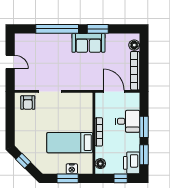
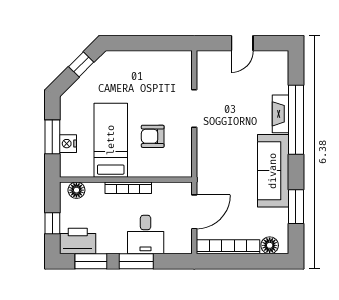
window: (98, 29) -> (296, 207), moved
fireplace: (54, 38) -> (281, 114), added
sofa: (88, 43) -> (273, 171), width x1.36
armchair: (28, 103) -> (153, 136), moved

